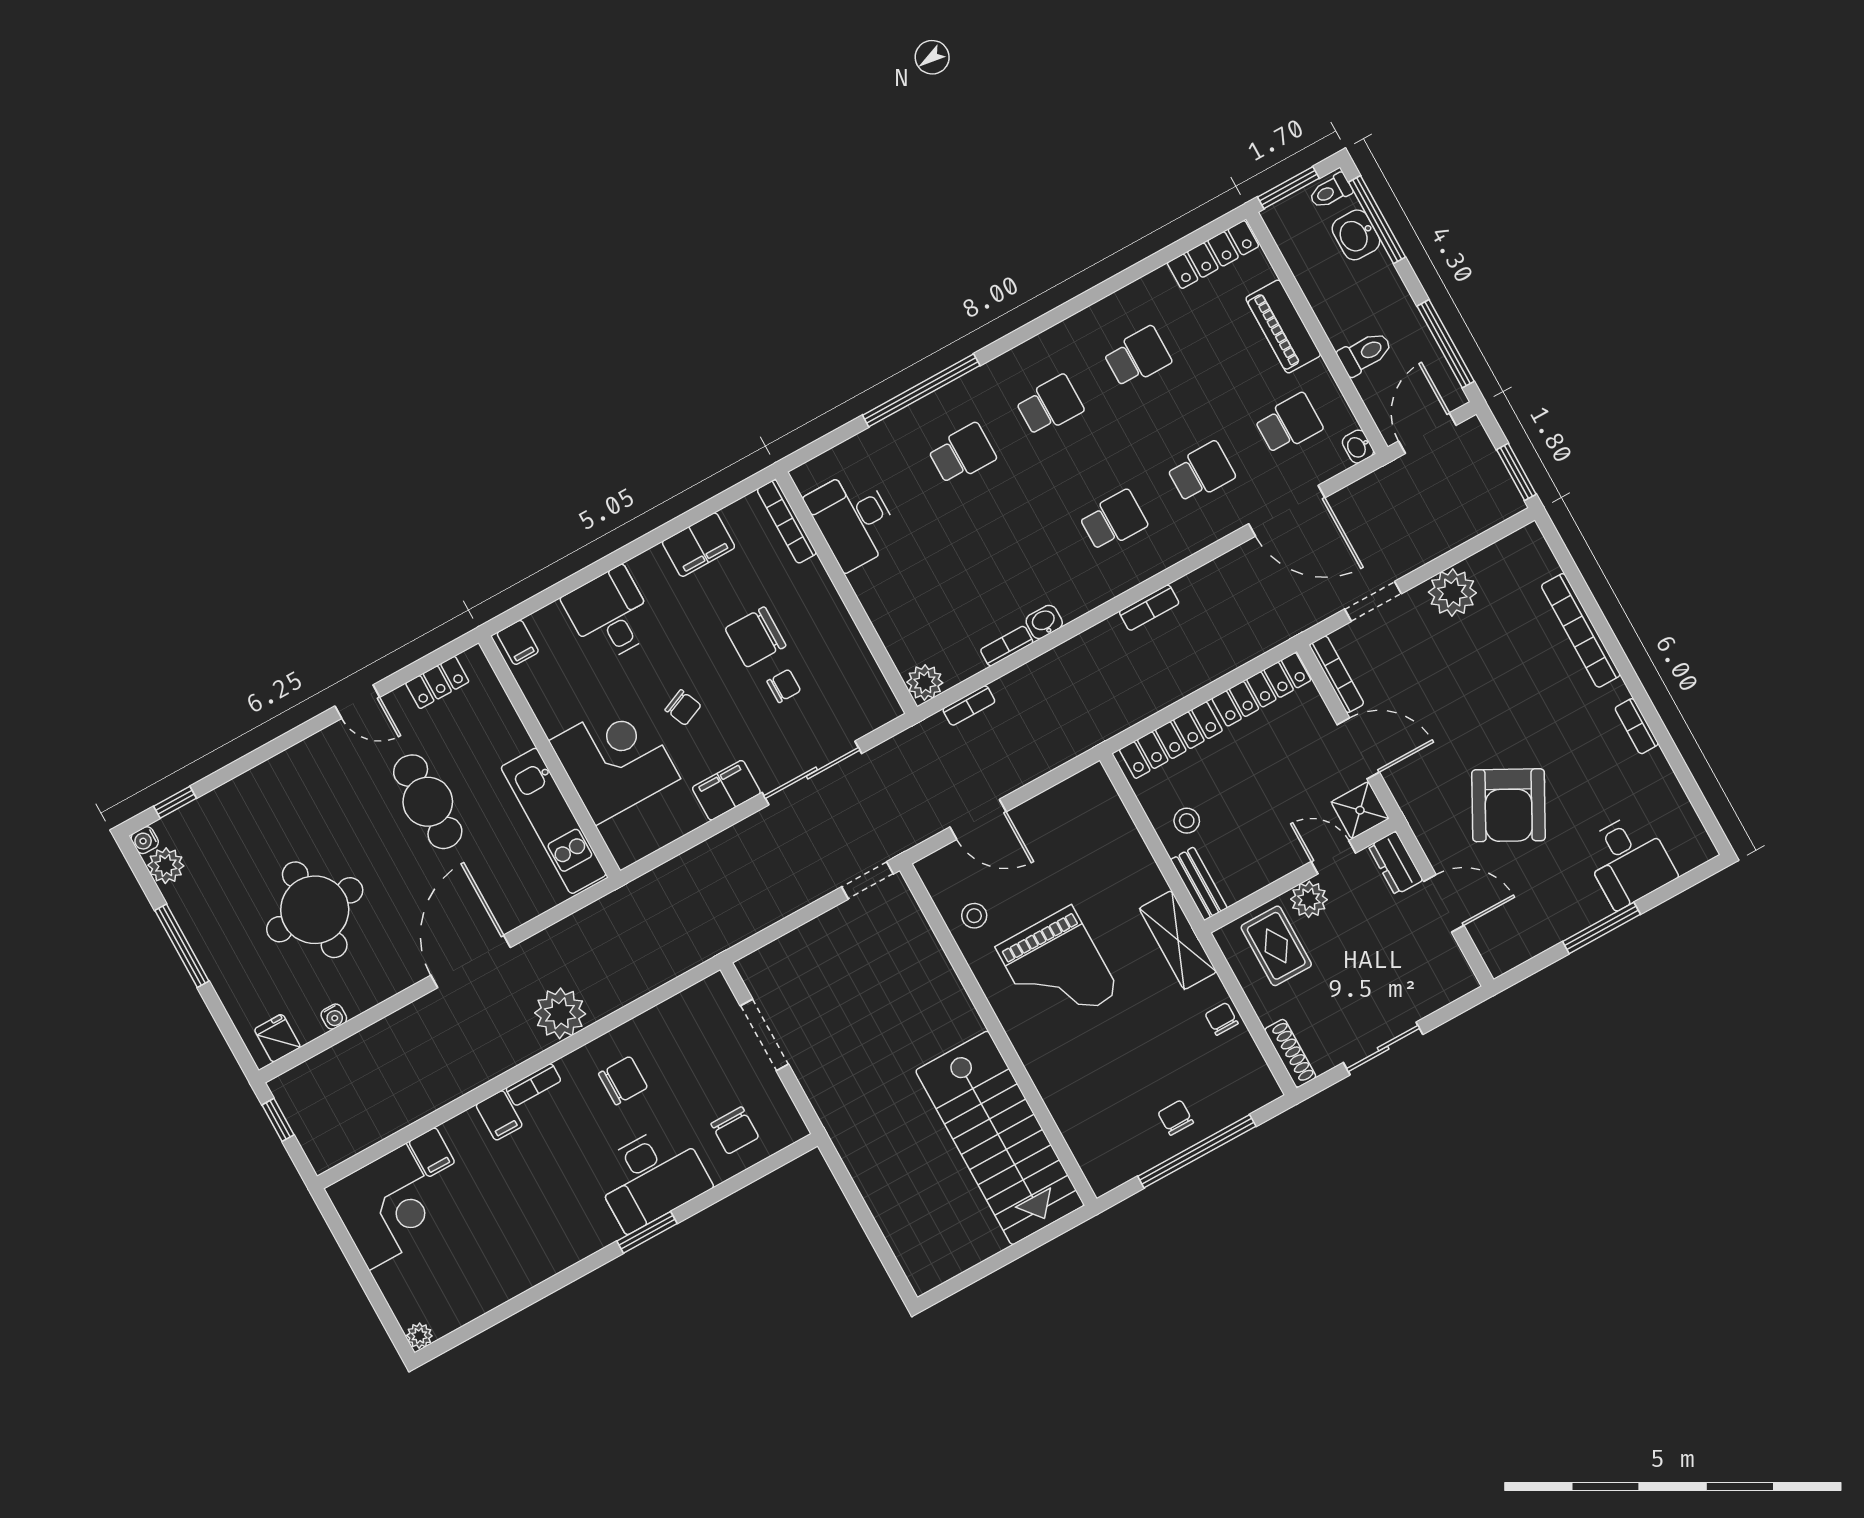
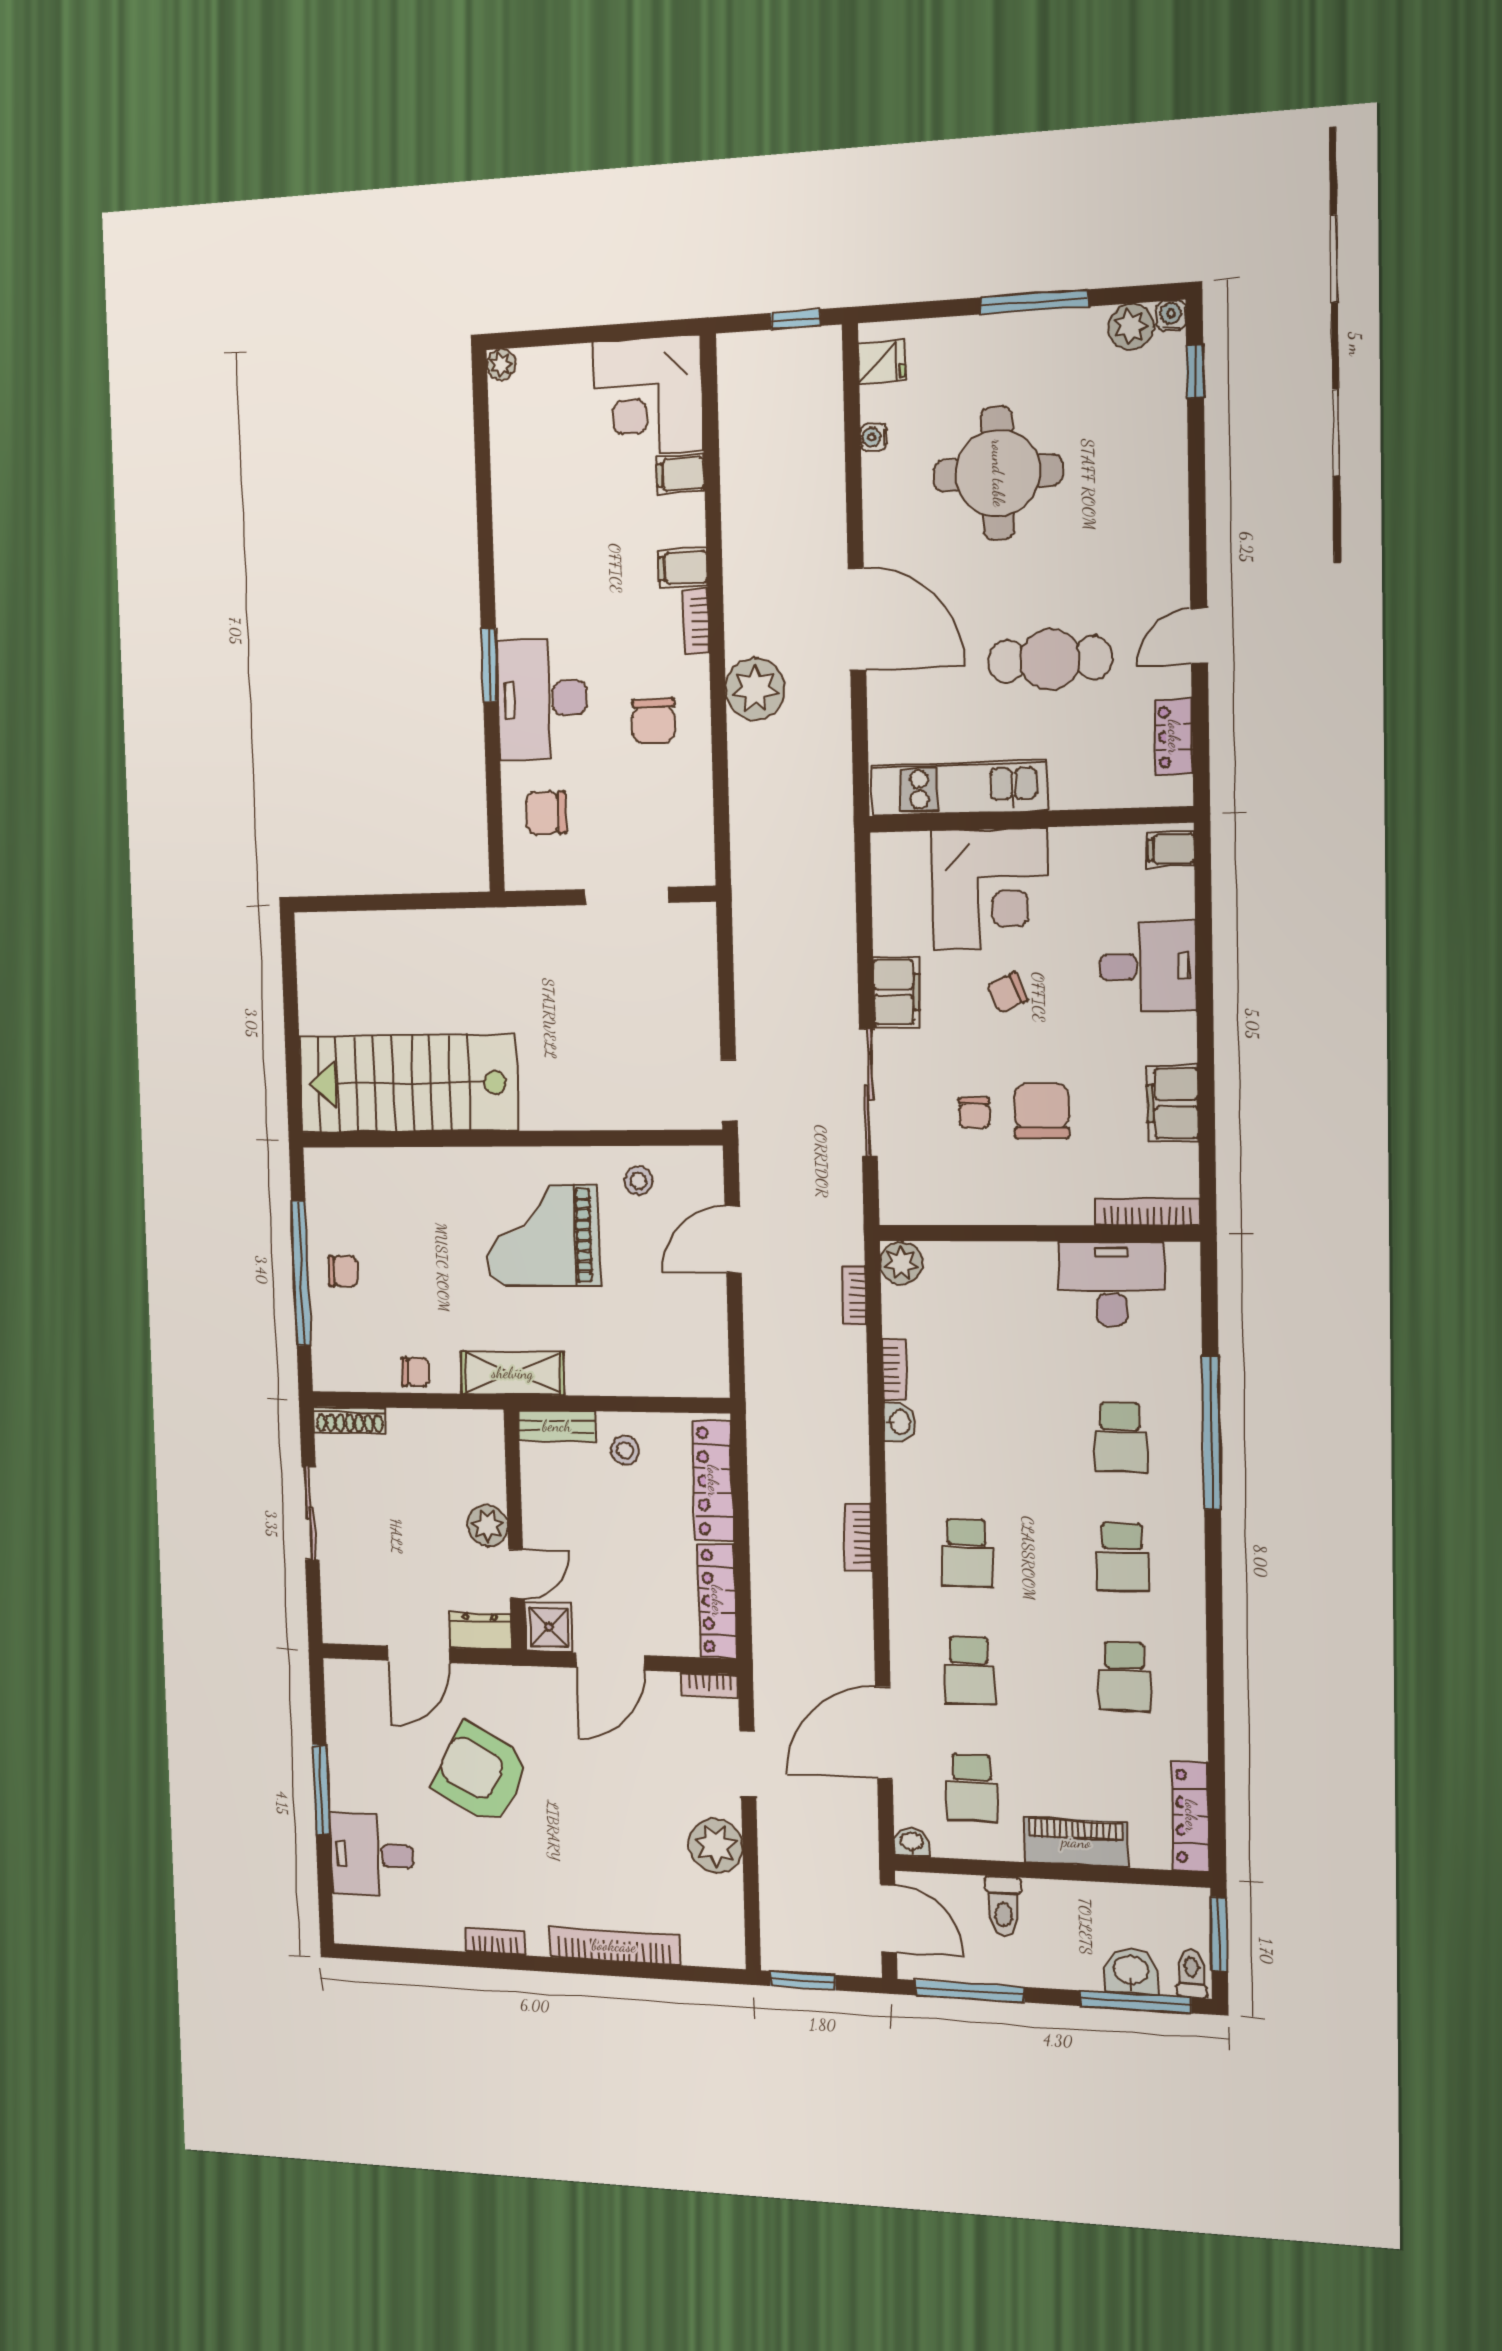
bookcase: (1337, 674) -> (710, 1685), width x0.64
rug: (1276, 946) -> (459, 1467), removed

